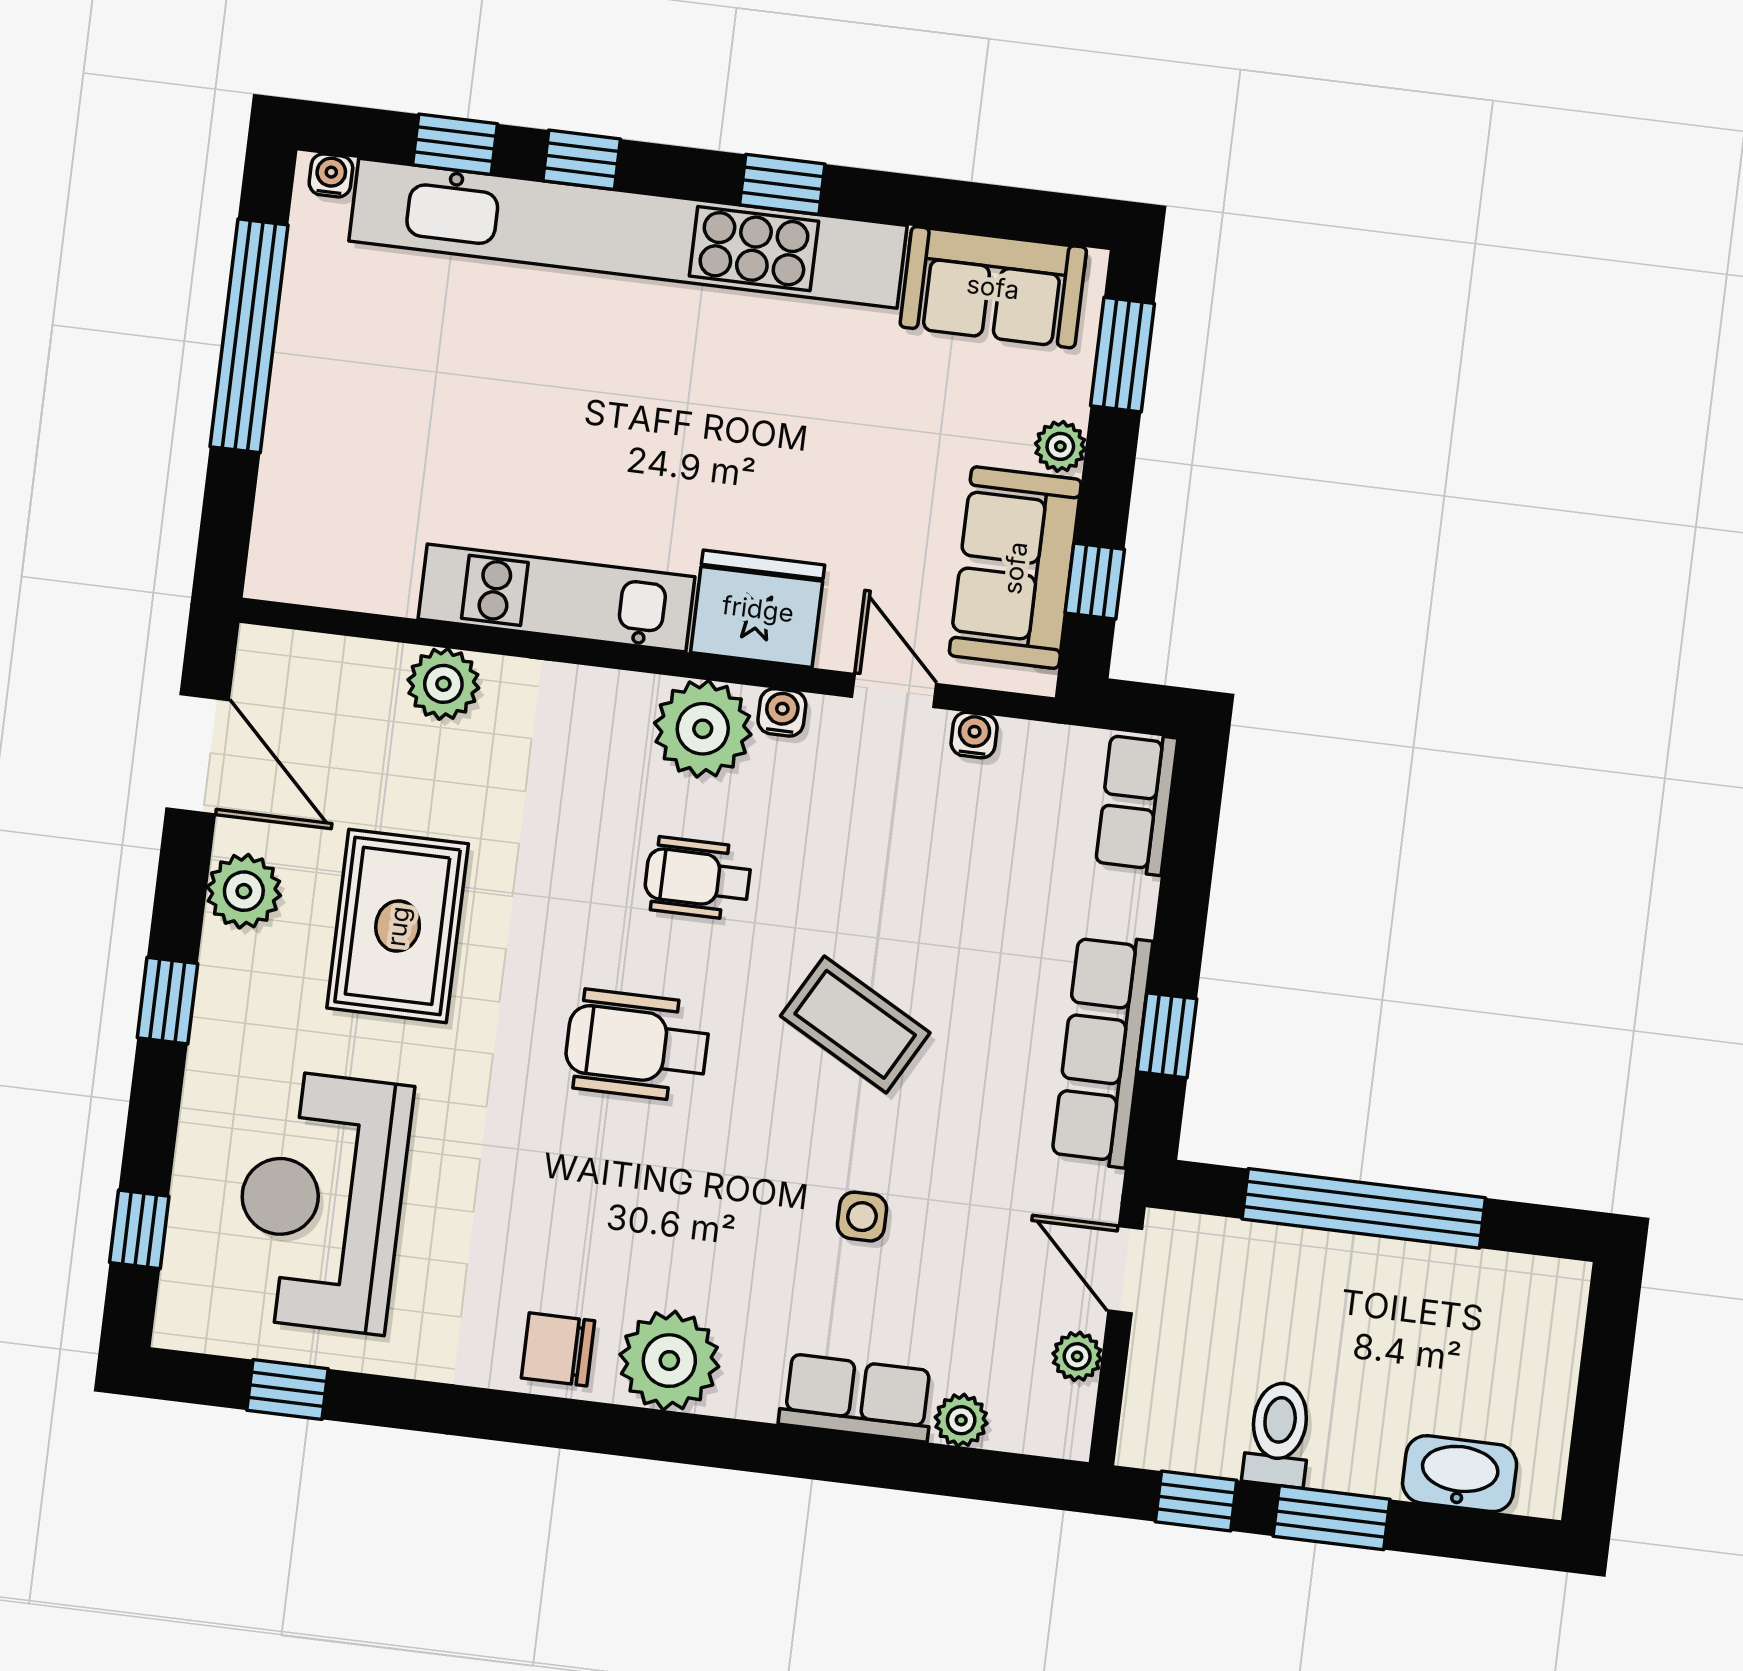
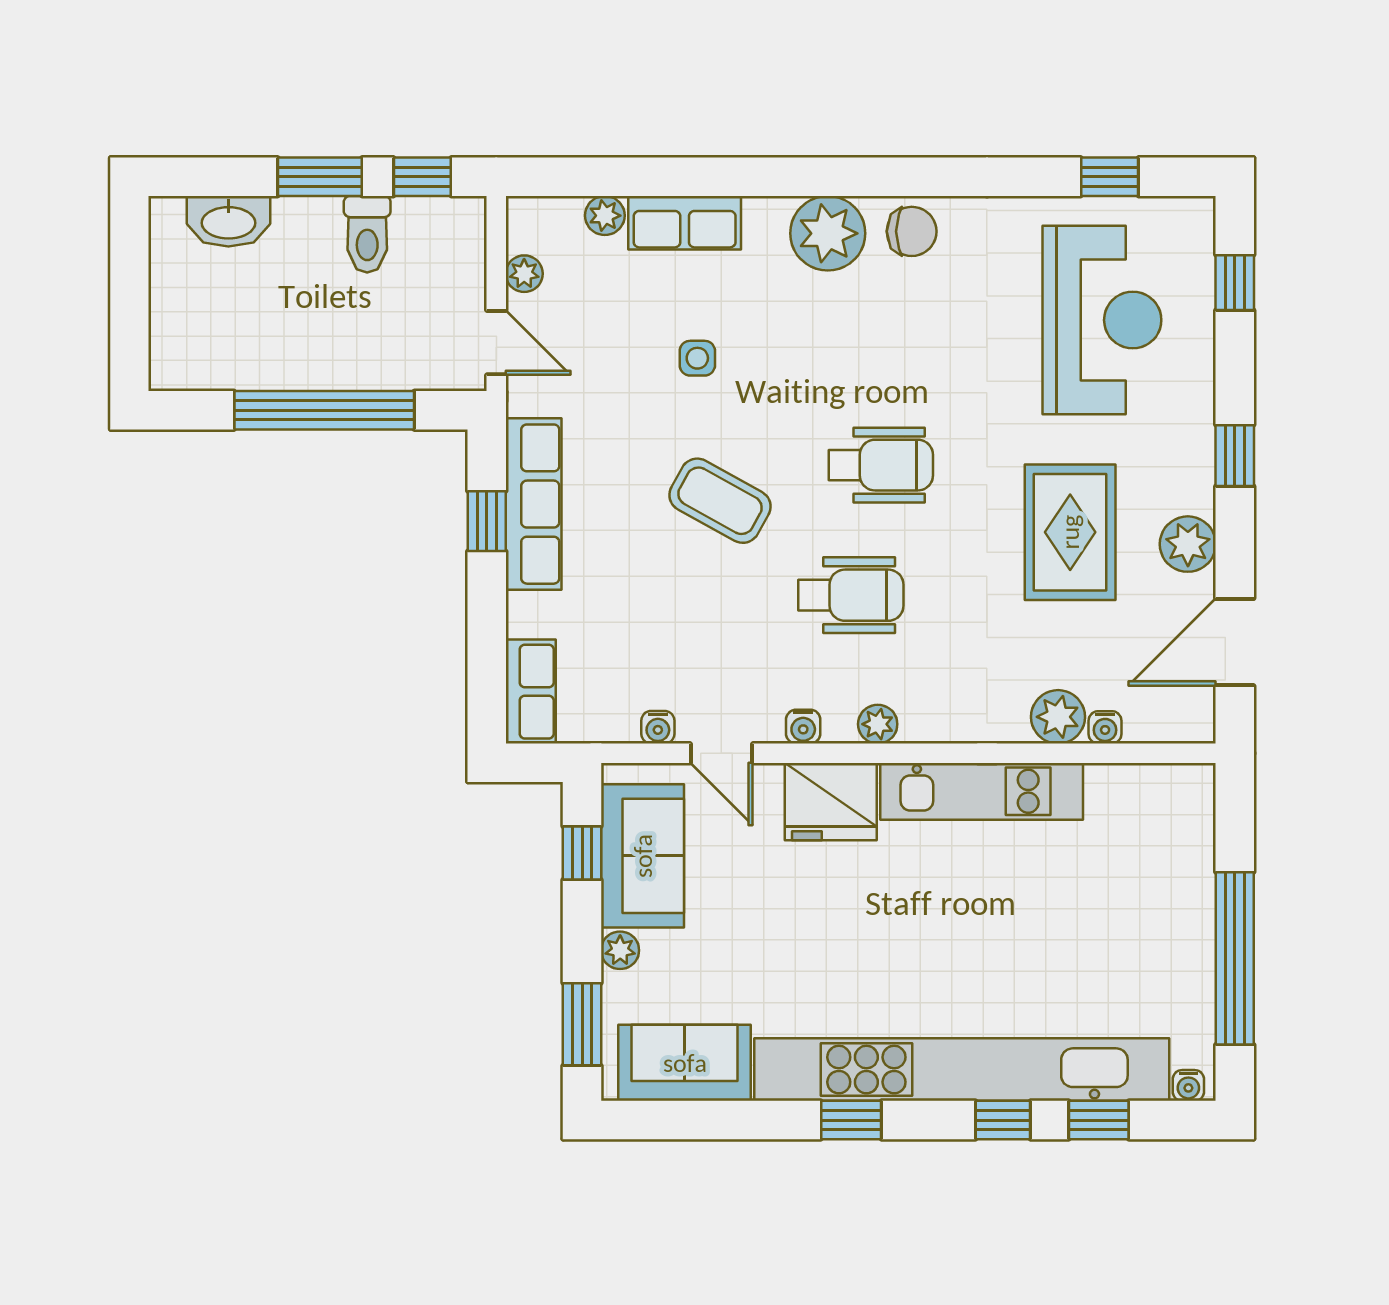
water cooler: (383, 662) -> (1105, 727), added
plant: (703, 729) -> (878, 724), width x0.53, depth x0.53
door: (198, 754) -> (1235, 642), hinge flipped
wheelchair: (698, 878) -> (851, 595), width x1.36, depth x1.37

